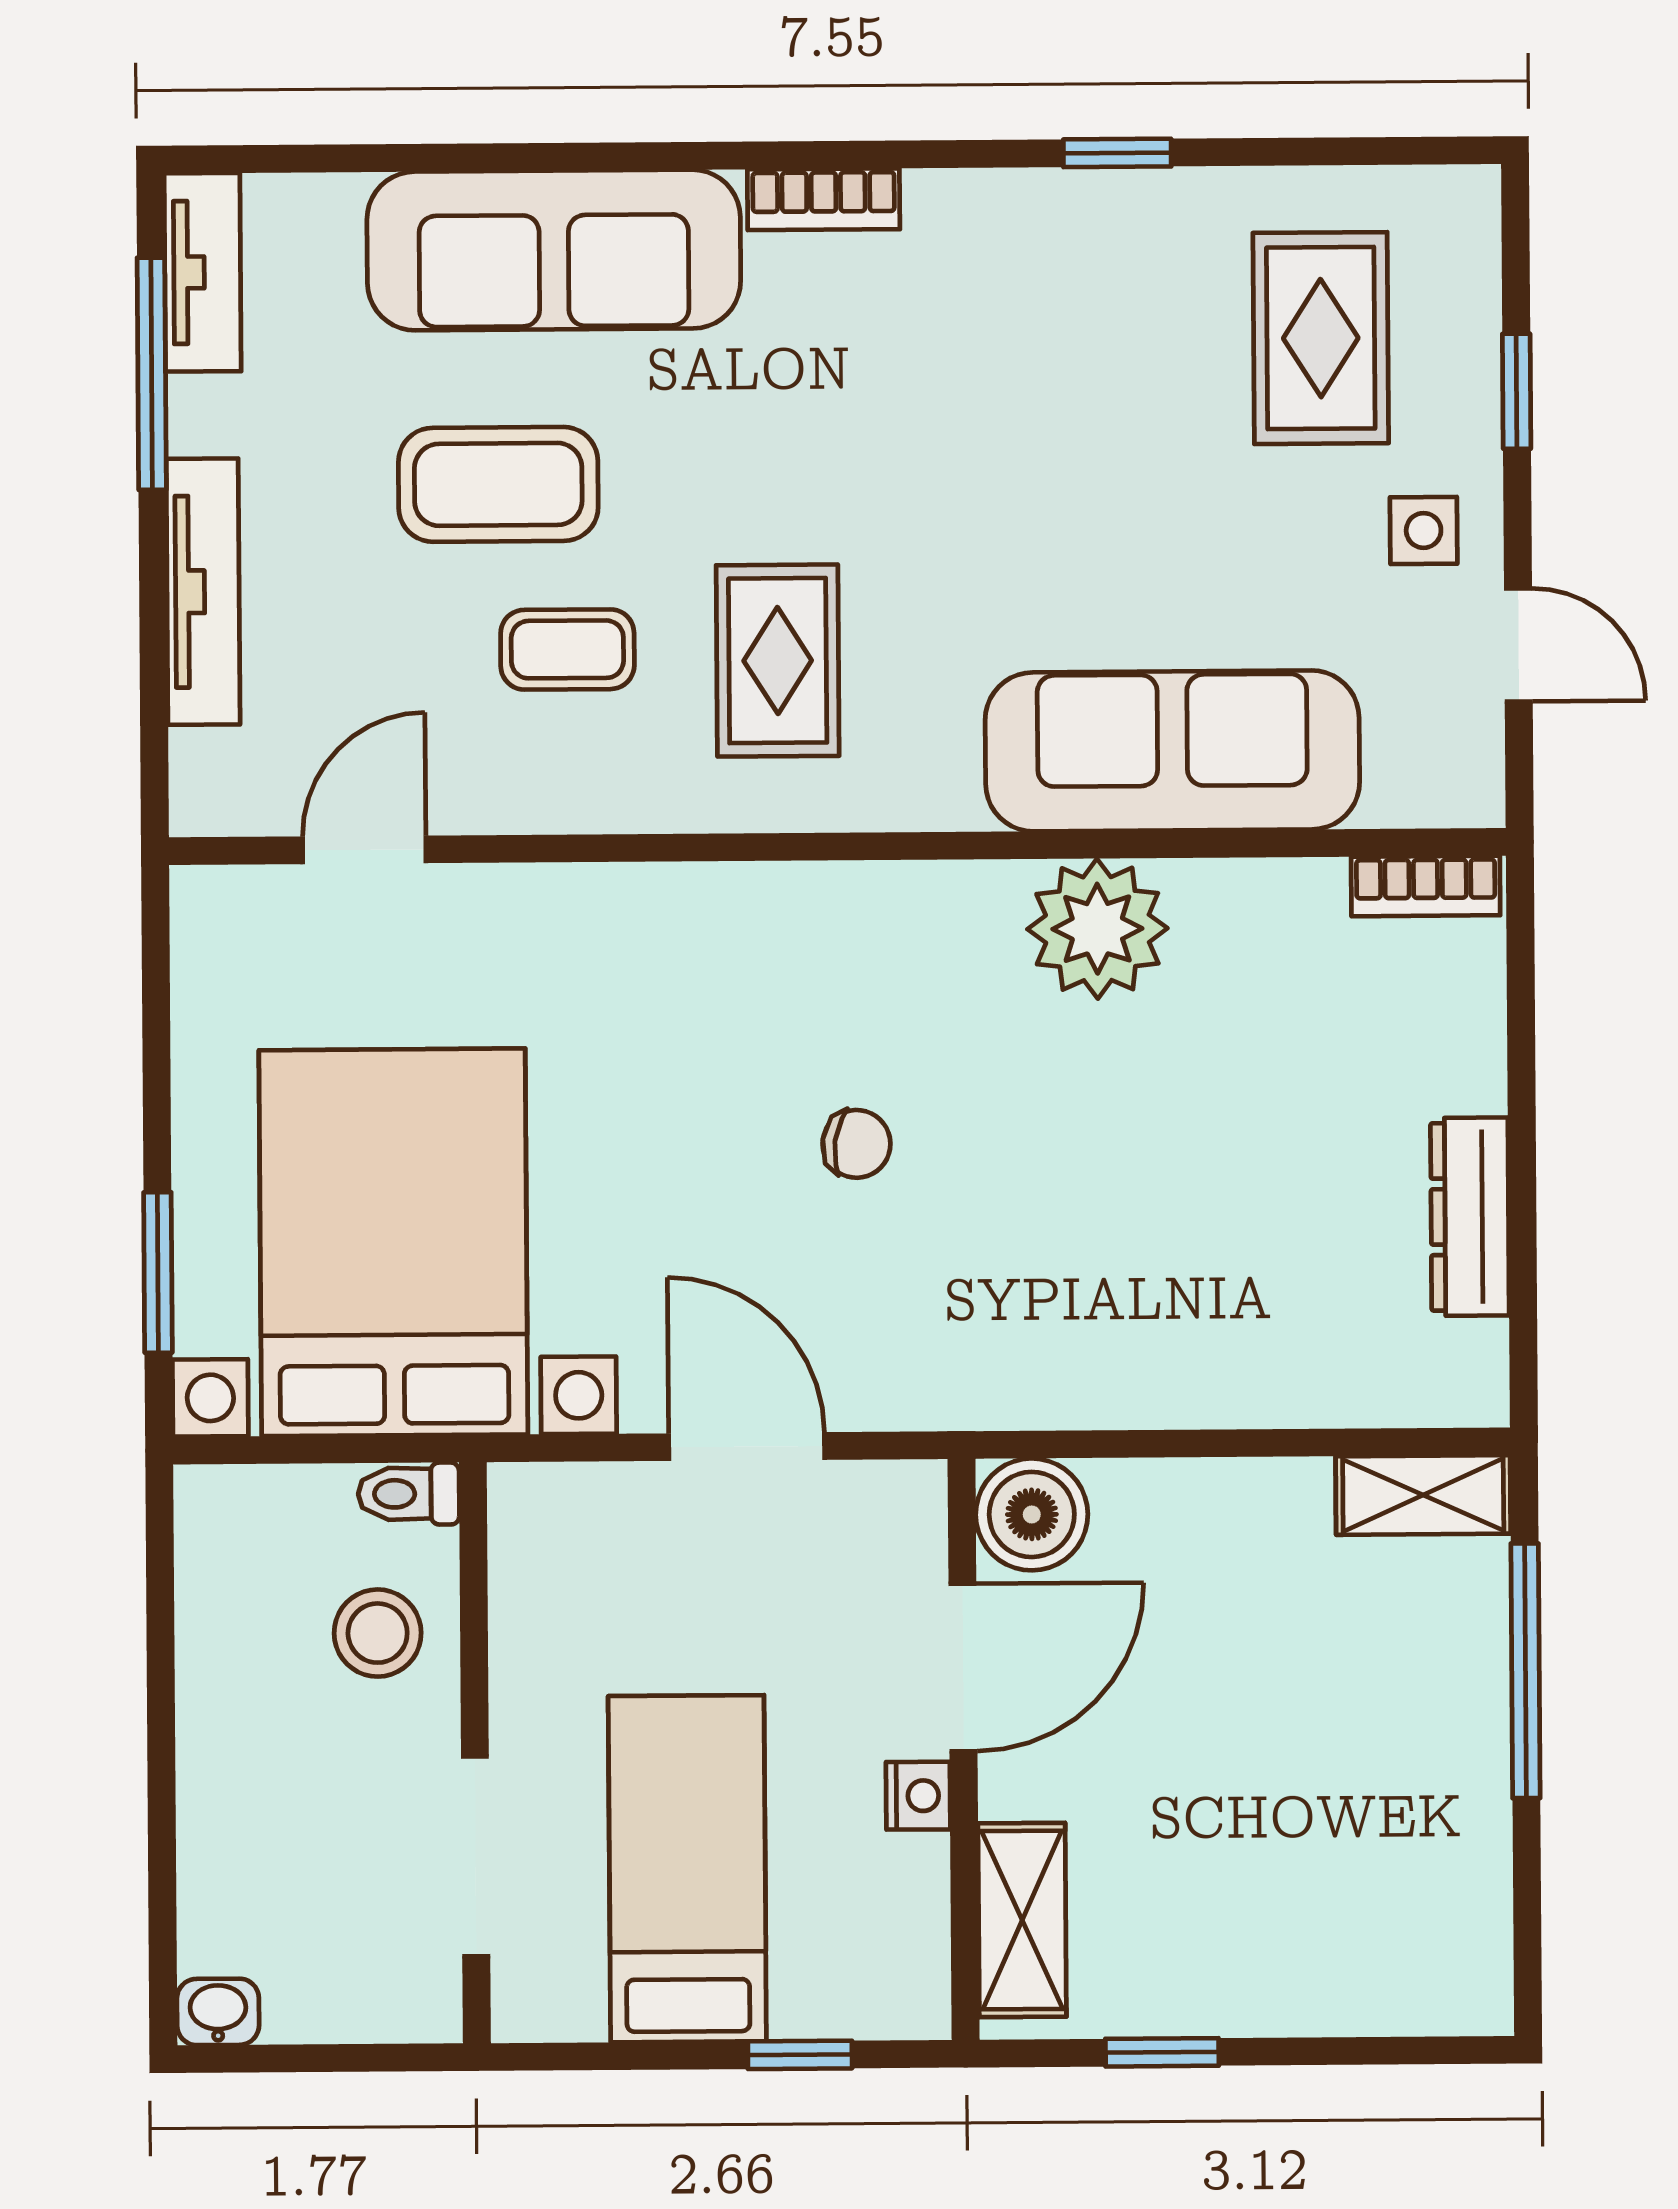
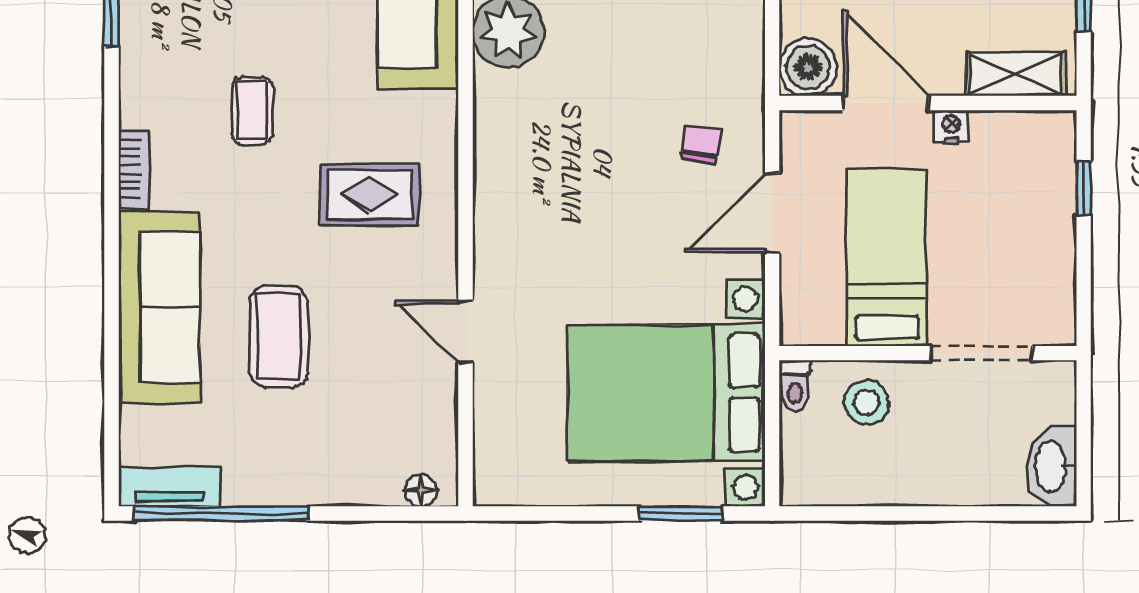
window: (152, 374) -> (221, 514), width x1.46
tv unit: (203, 592) -> (333, 488), removed
coffee table: (567, 649) -> (252, 111), moved
floor lamp: (200, 763) -> (421, 490), added
door: (364, 850) -> (465, 332), moved
chair: (856, 1144) -> (701, 144), moved
bed: (687, 1869) -> (887, 257), moved, turned 90
washbasin: (218, 2012) -> (1052, 466), width x1.91, depth x1.45

